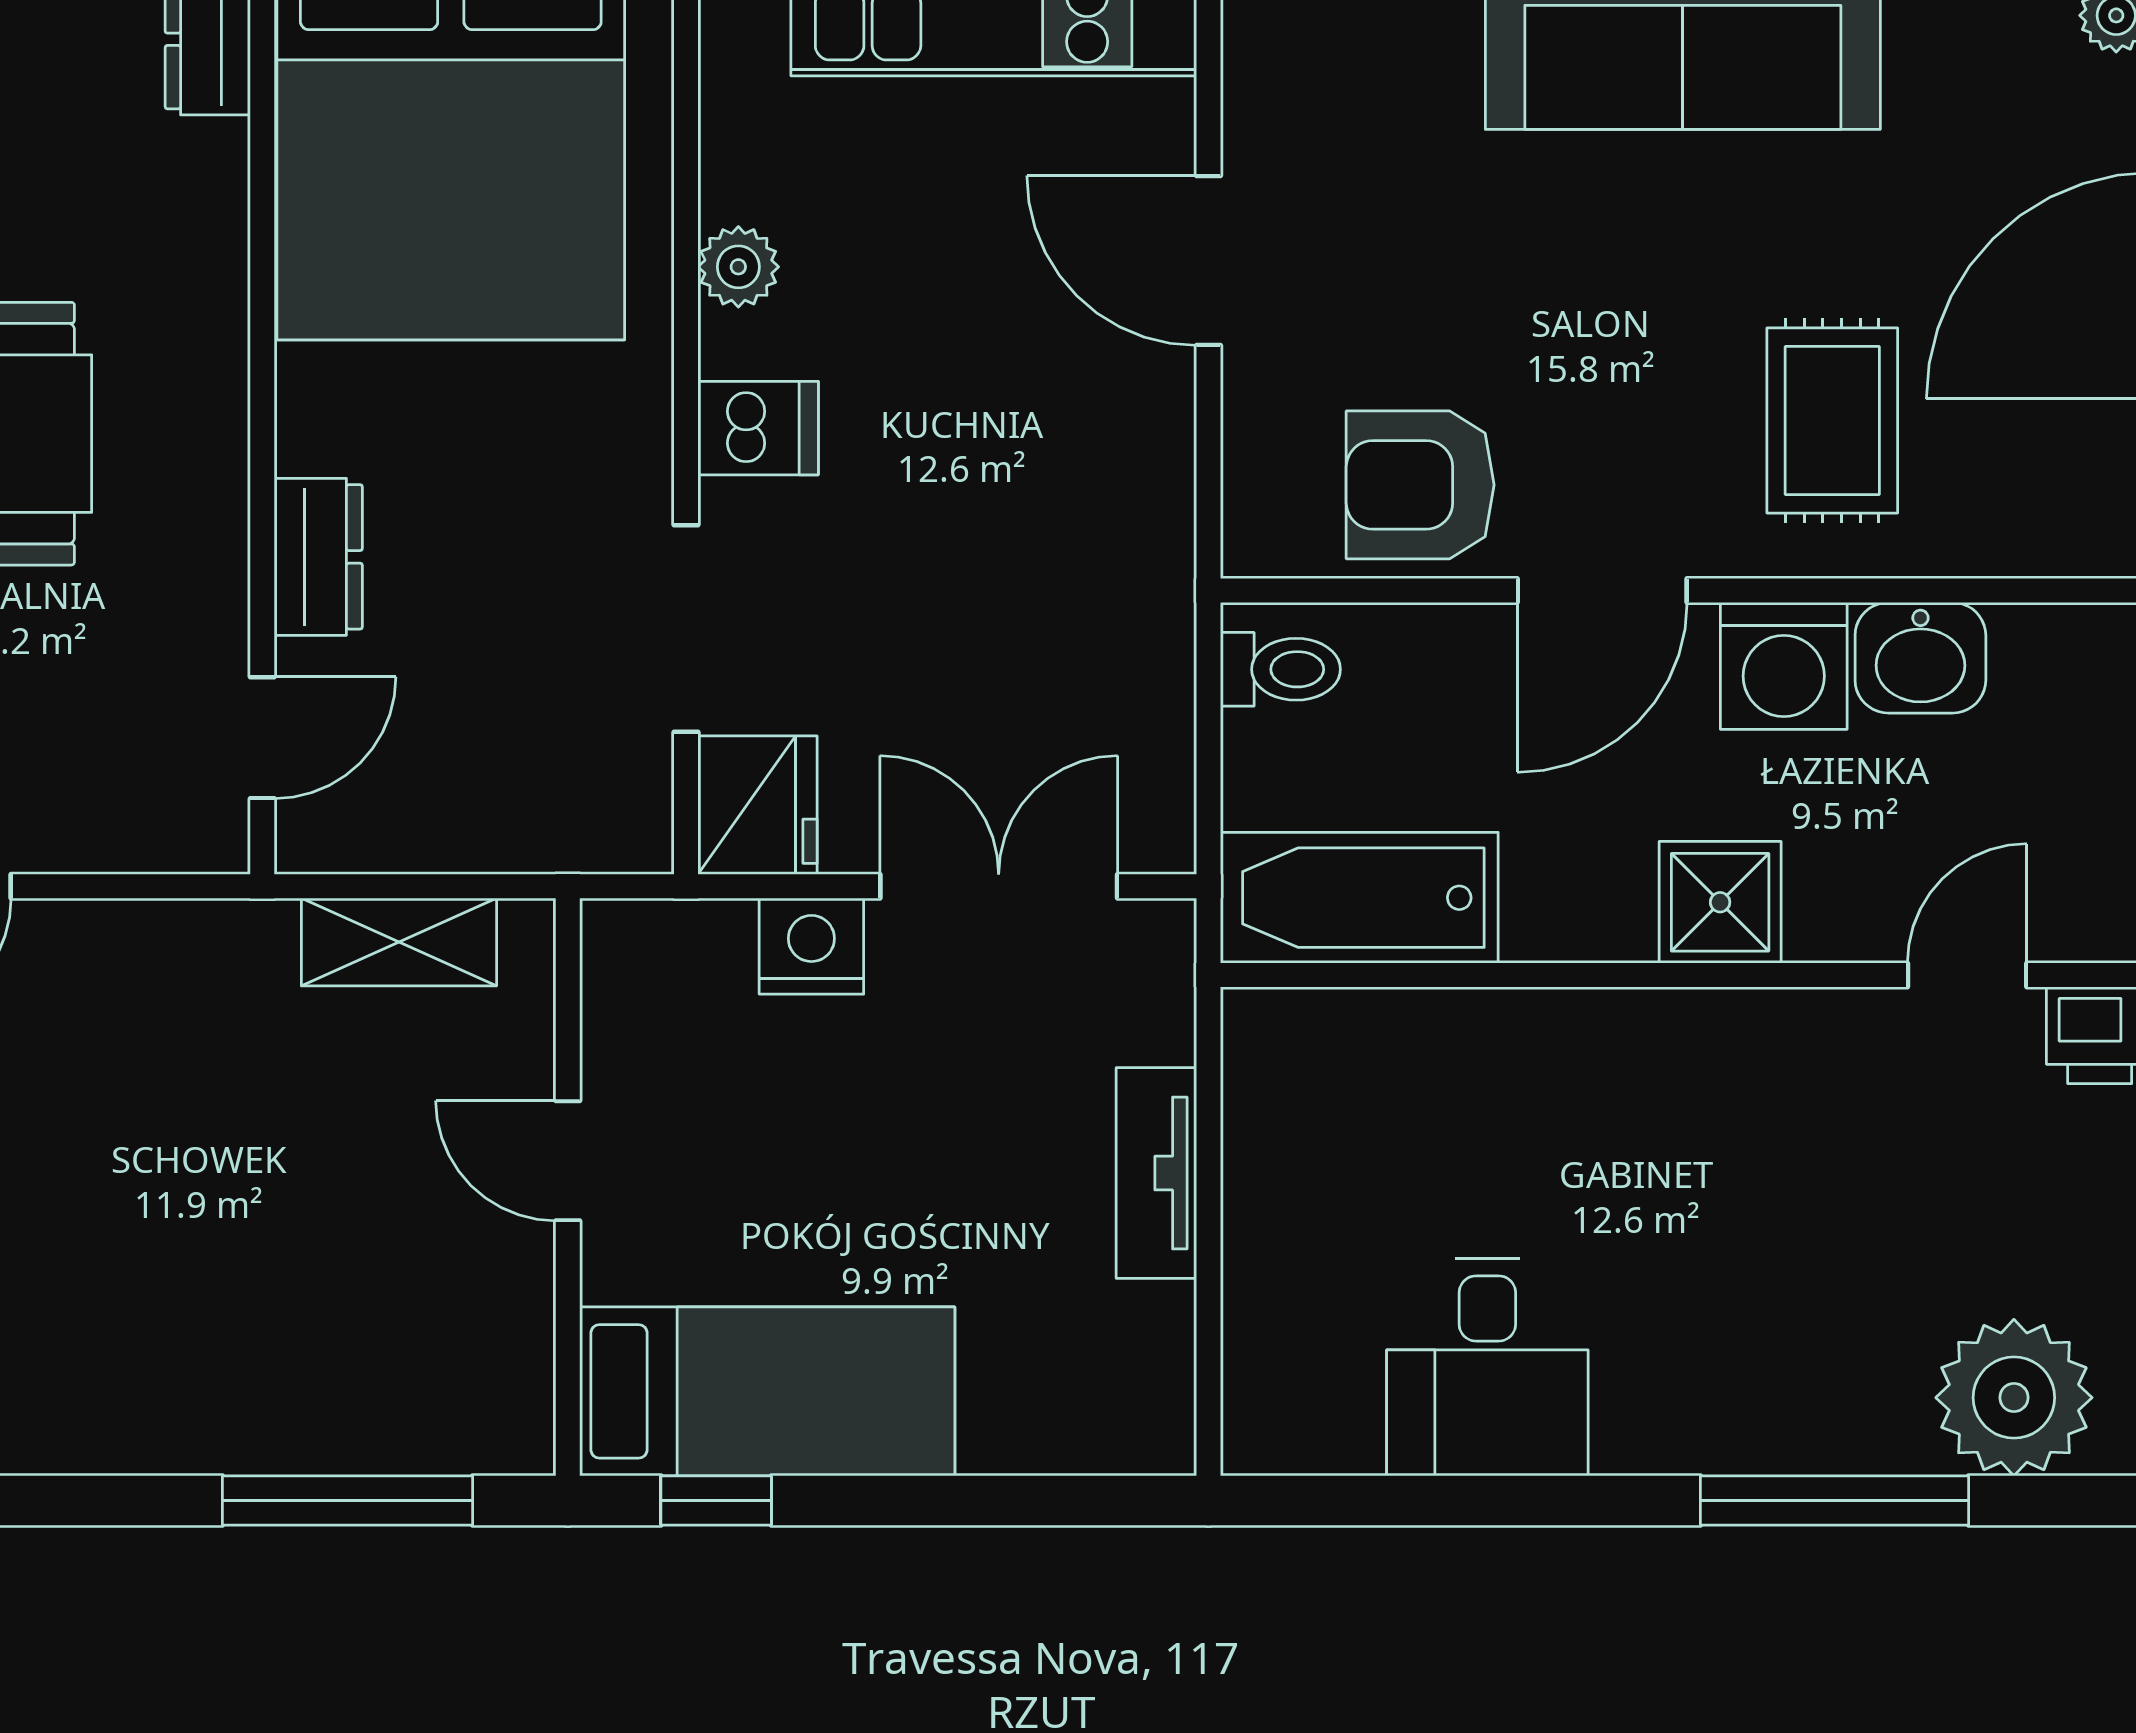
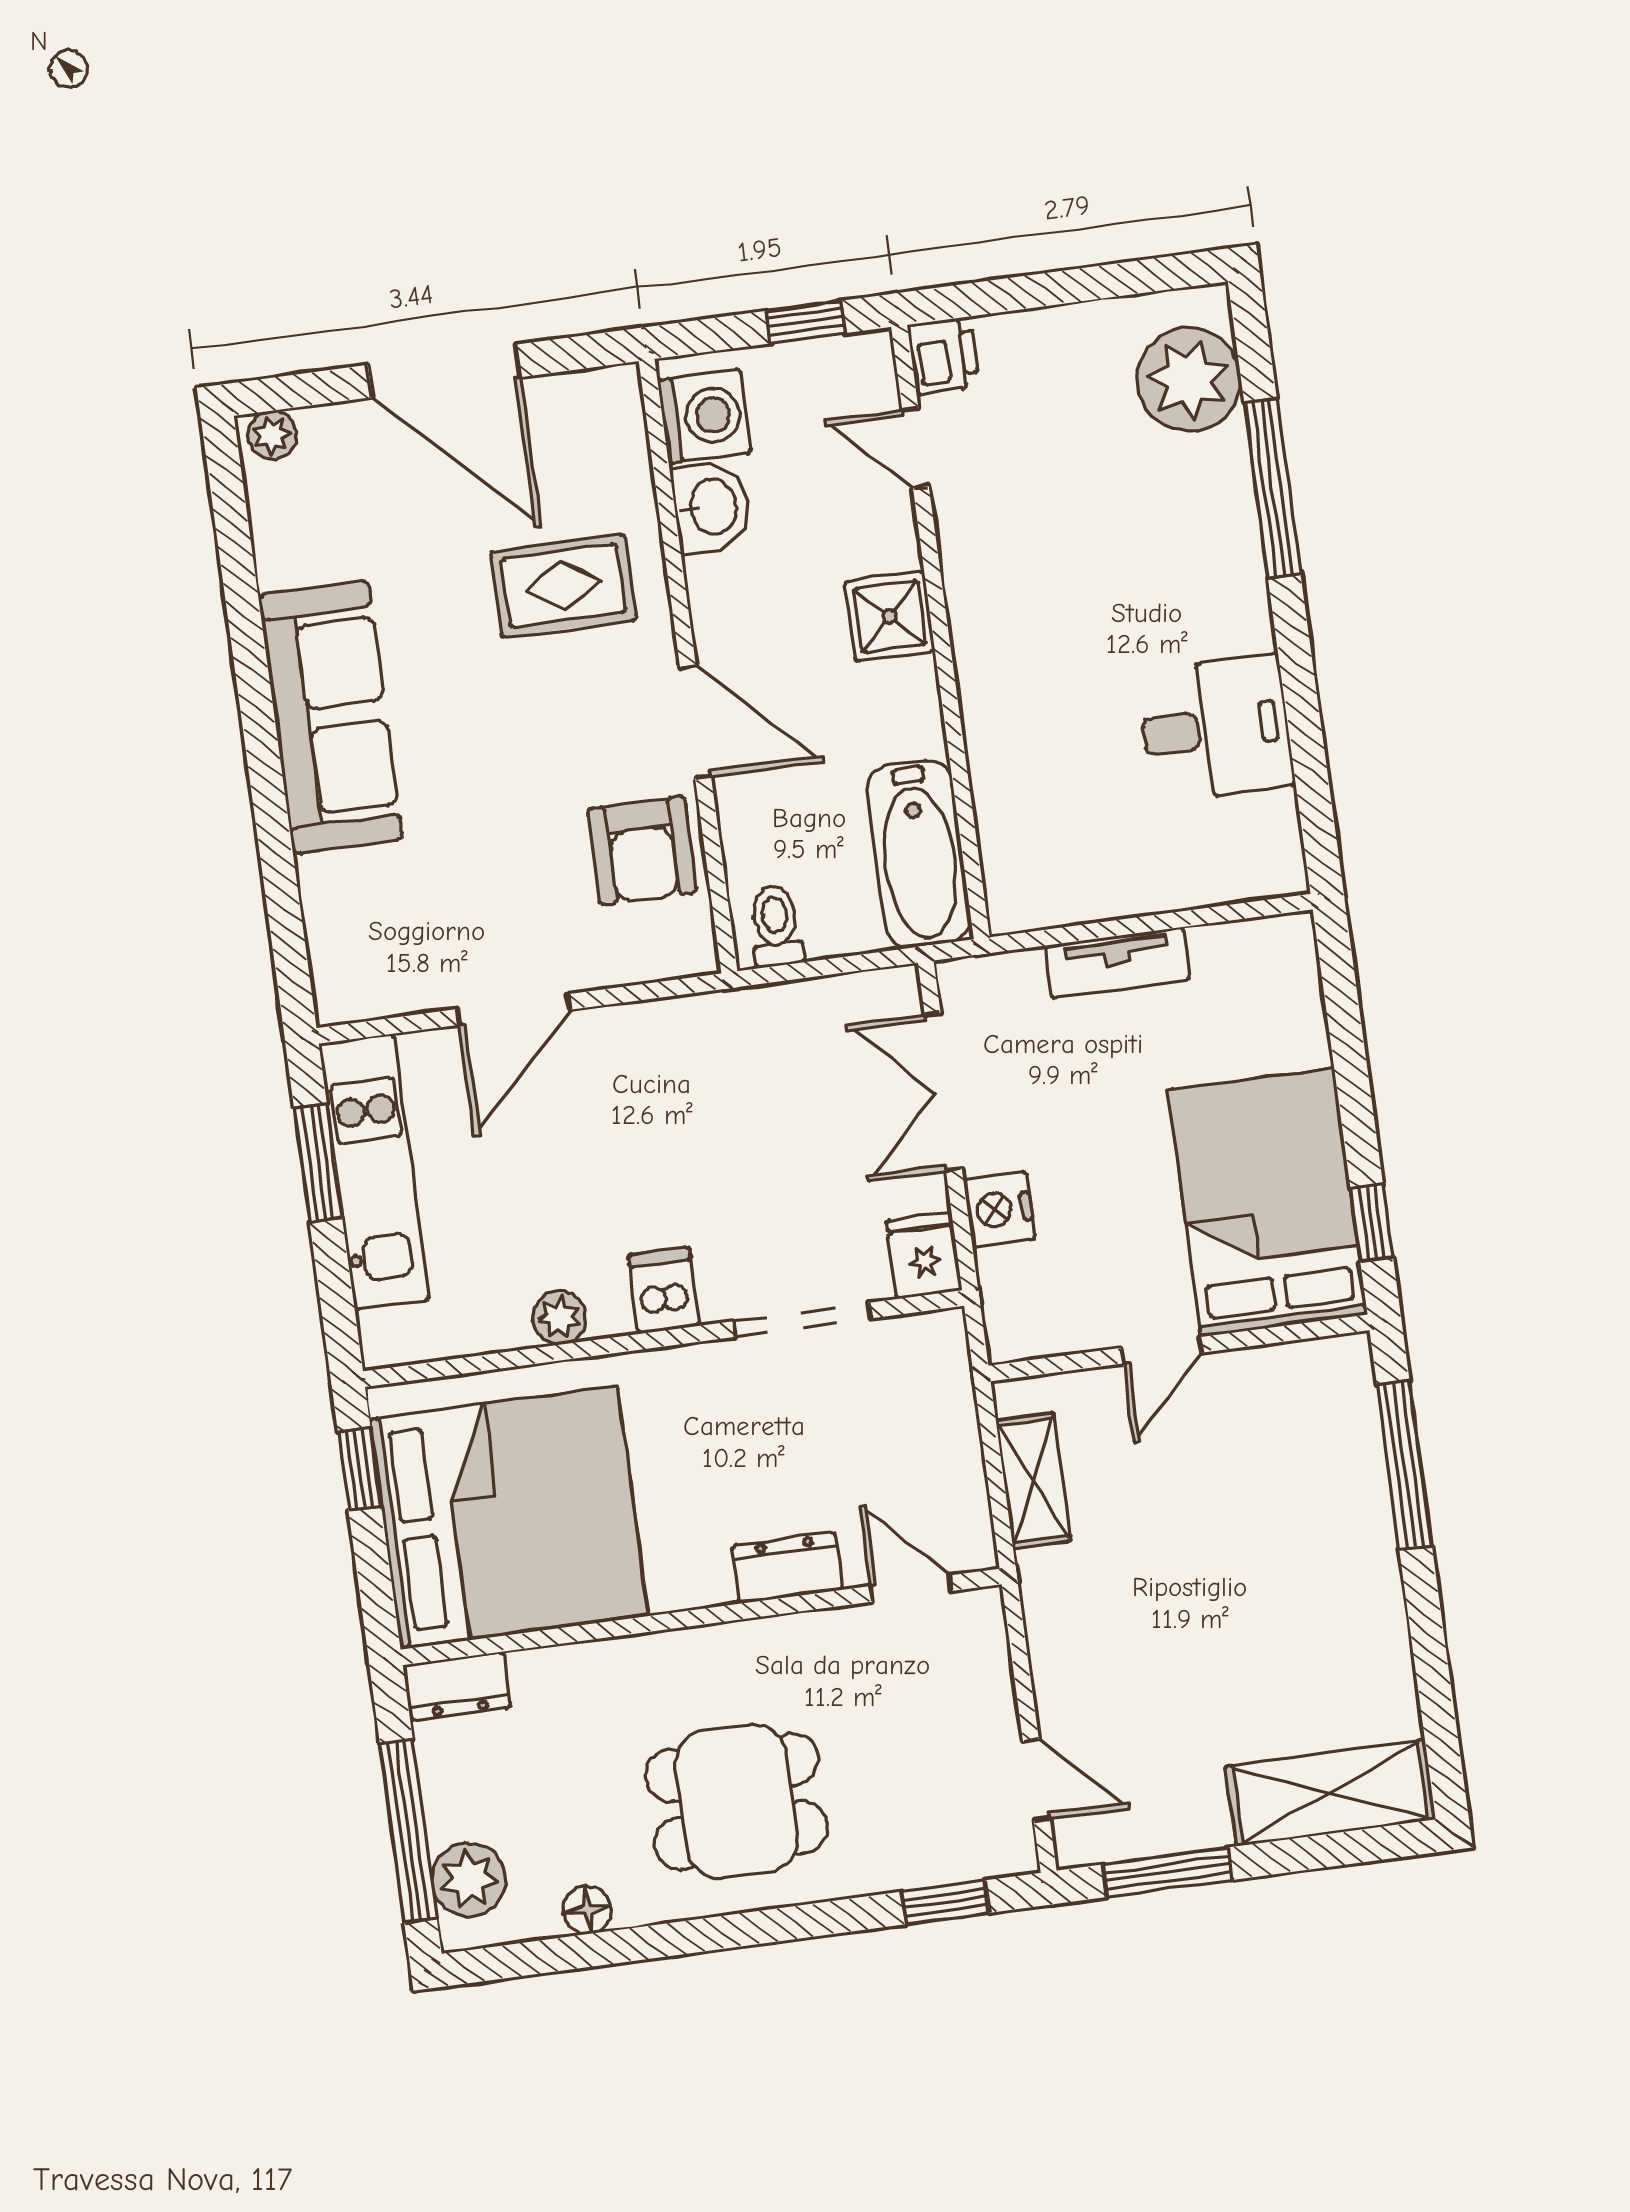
washing machine: (1784, 666) -> (705, 416), moved
fridge: (758, 805) -> (924, 1256), width x0.72
bed: (767, 1391) -> (1268, 1203), width x1.50

